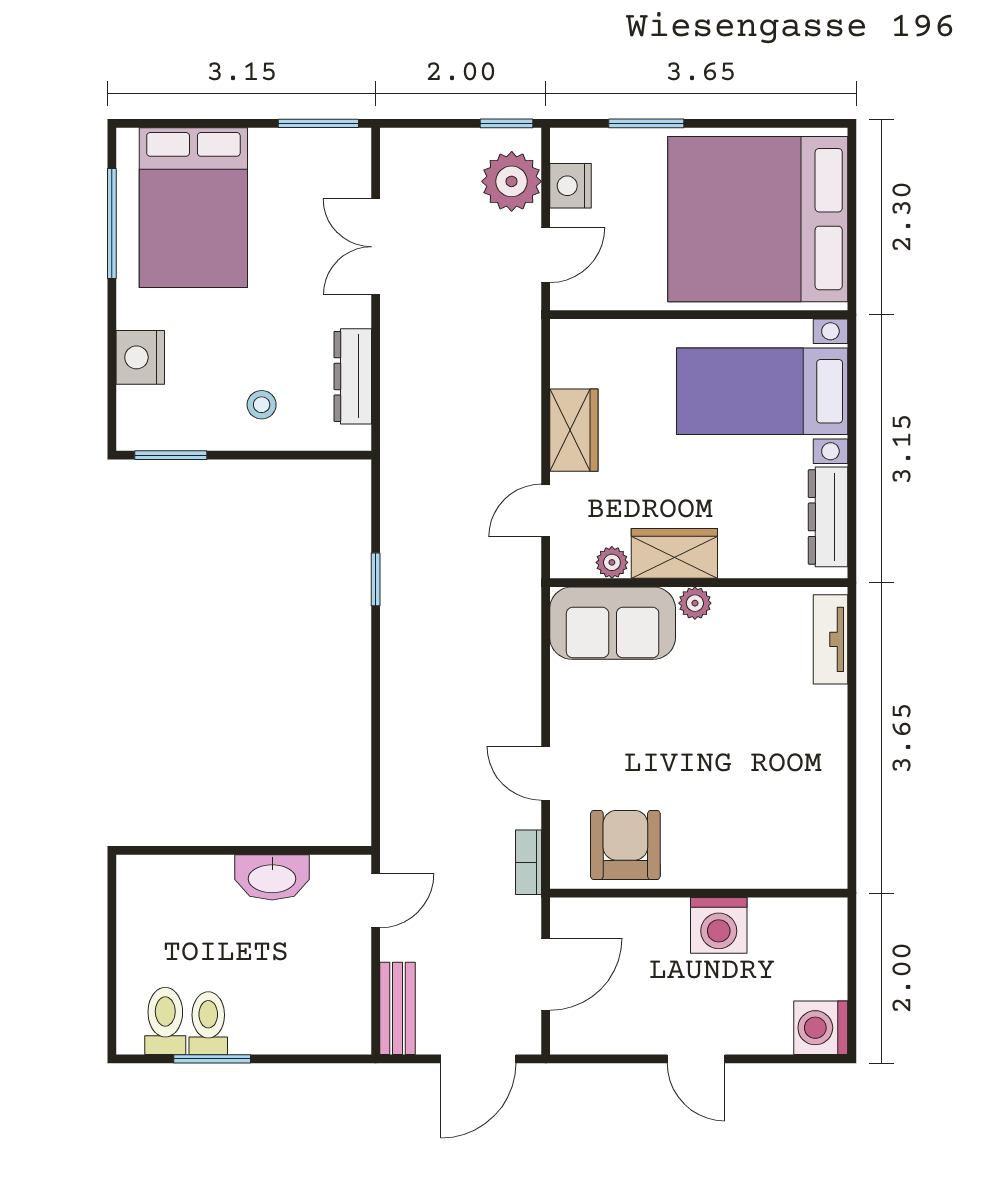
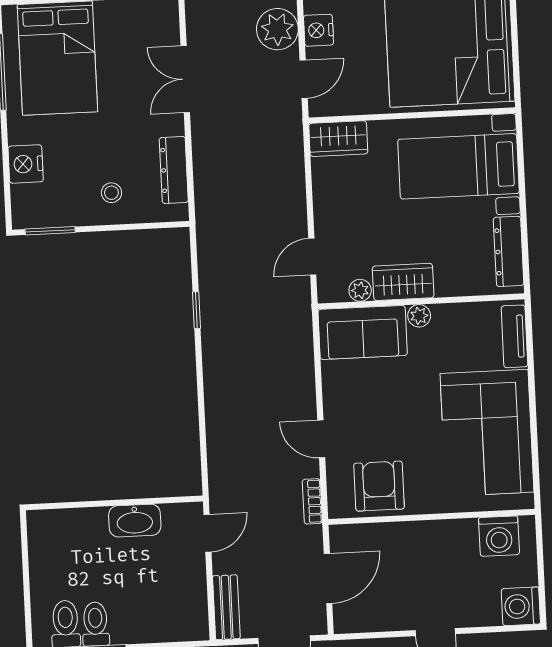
wardrobe: (574, 430) -> (338, 139), moved, turned 90
corner sofa: (784, 776) -> (487, 433), added
washing machine: (719, 925) -> (499, 536), moved

